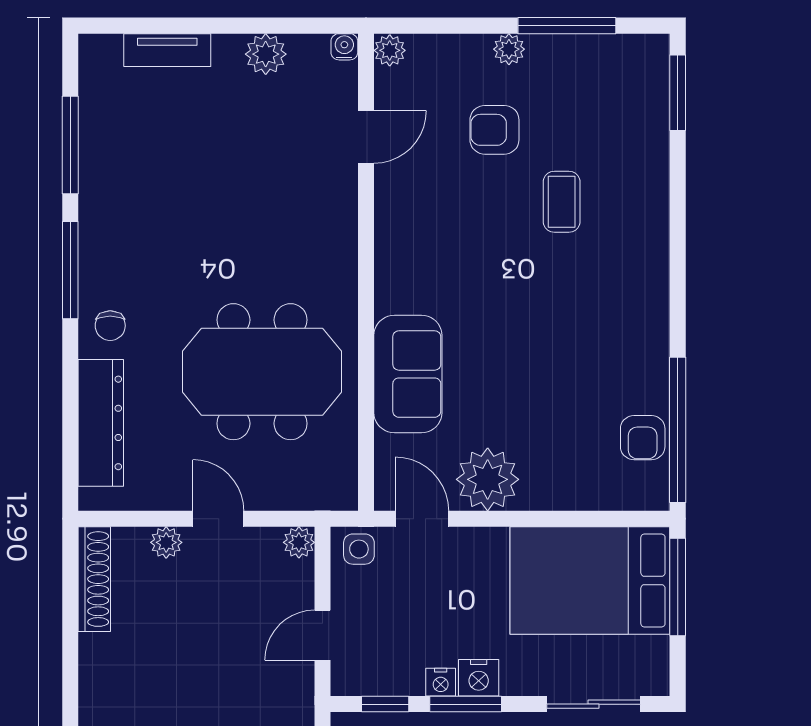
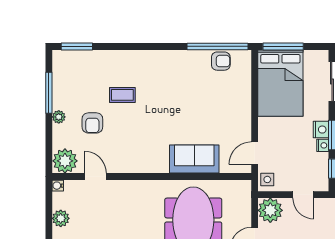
plant: (390, 50) -> (65, 161), width x1.87, depth x1.87
plant: (488, 479) -> (238, 126), removed
plant: (299, 542) -> (270, 210), width x1.88, depth x1.88

